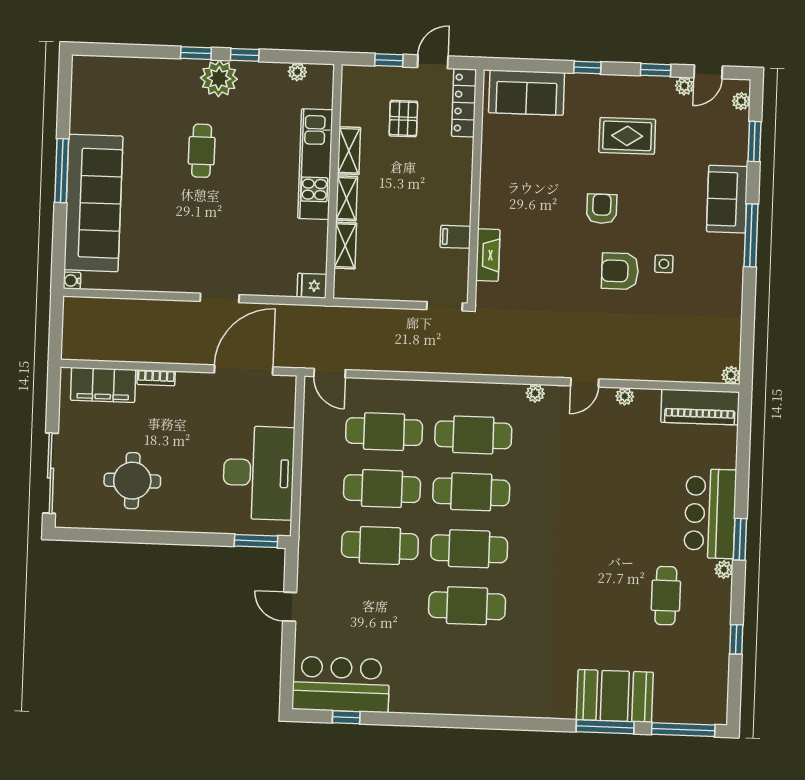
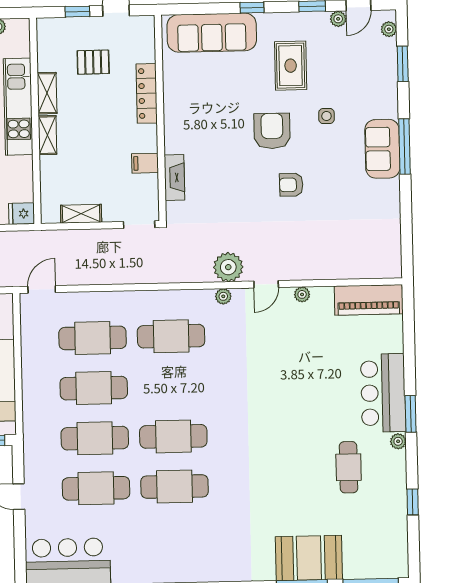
sofa: (527, 93) -> (212, 33), width x1.36
locker: (464, 103) -> (147, 93), moved
pallet: (403, 119) -> (93, 62), turned 90
rug: (627, 136) -> (291, 66), turned 90
sofa: (727, 199) -> (382, 149), moved
armchair: (602, 209) -> (272, 131), width x1.38, depth x1.38
shelving: (345, 246) -> (81, 214), moved, turned 90
side table: (664, 264) -> (326, 116), moved
armchair: (620, 271) -> (291, 185), width x0.72, depth x0.72
door: (330, 373) -> (42, 289), swing flipped
plant: (731, 375) -> (228, 267), moved, width x1.87, depth x1.87
cafe table: (471, 492) -> (96, 488), moved

